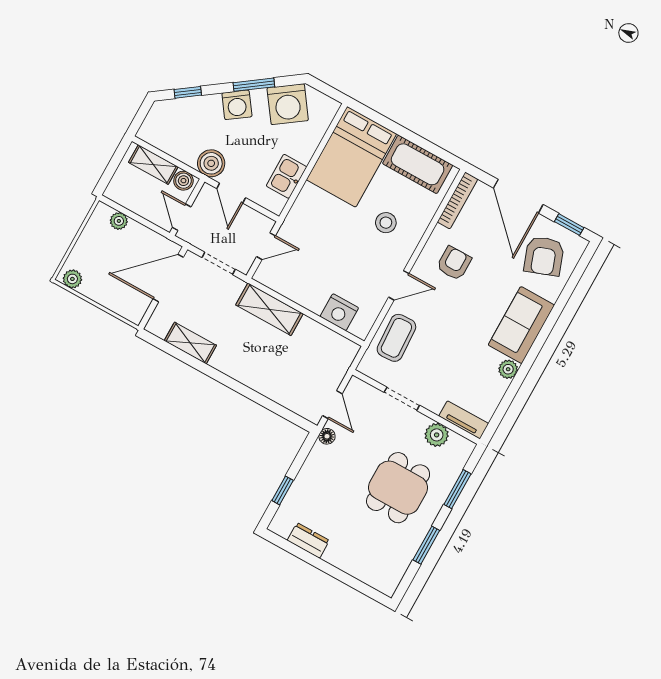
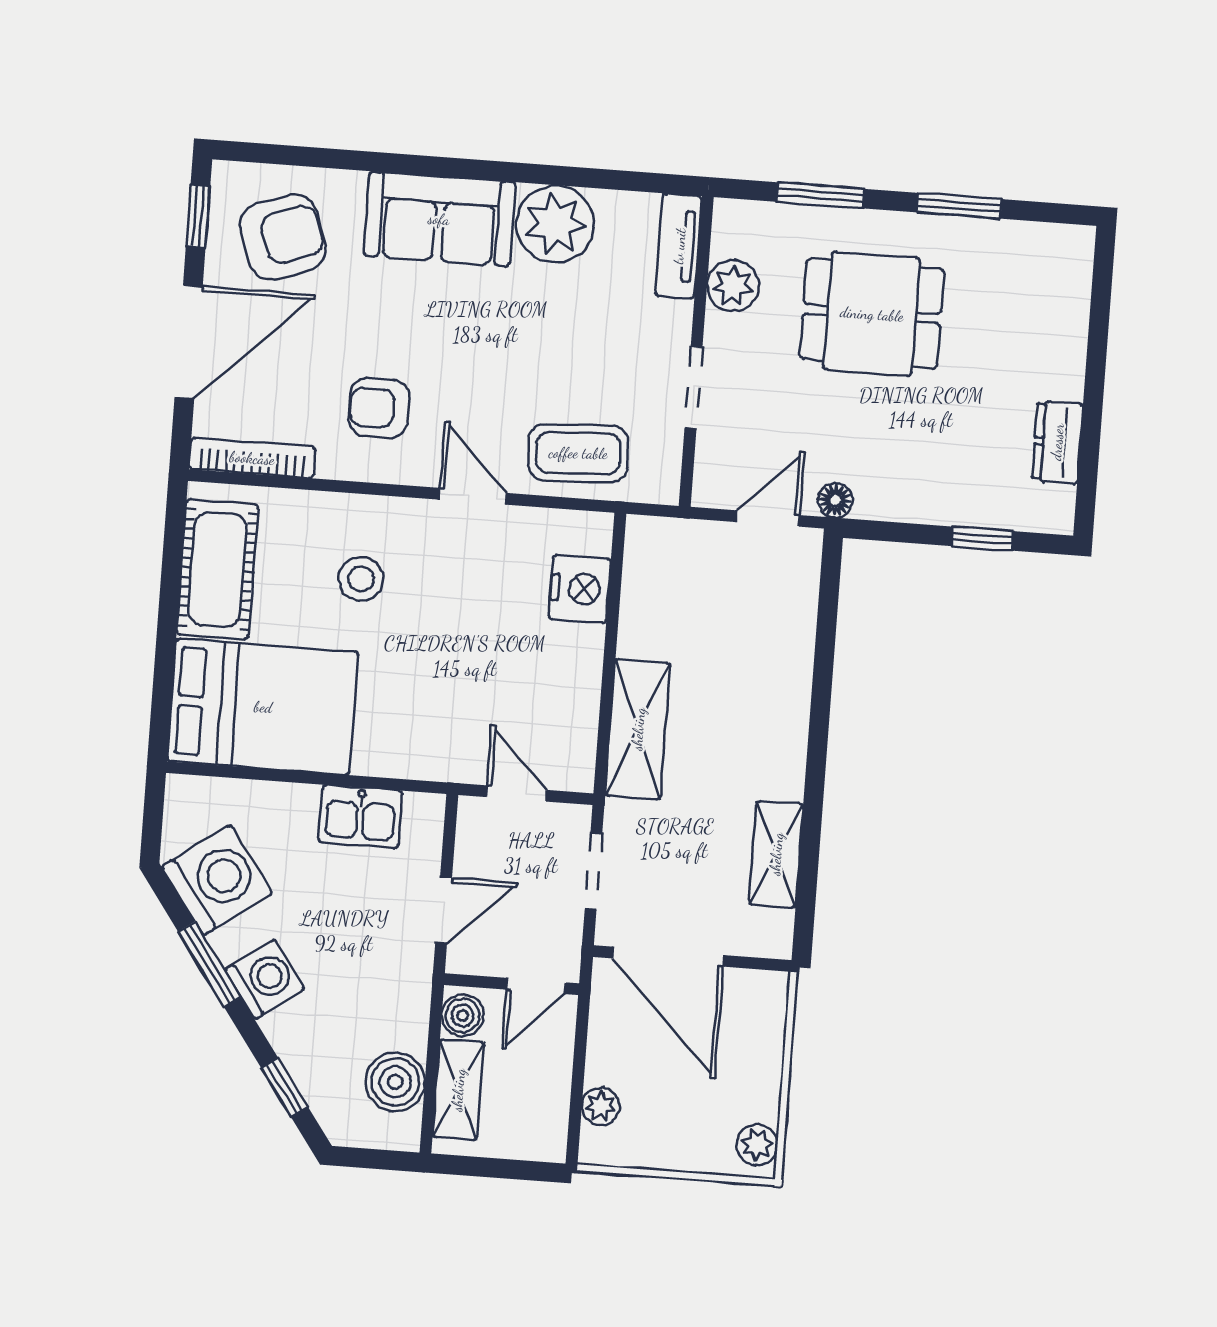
boiler: (211, 163) -> (395, 1082), moved
plant: (508, 369) -> (555, 224), width x1.88, depth x1.88

